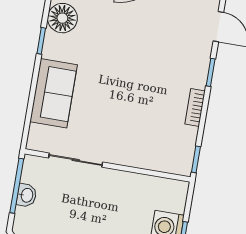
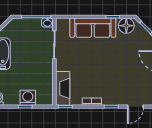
sofa: (54, 93) -> (93, 28), width x1.36
fireplace: (161, 158) -> (63, 88), added
washbasin: (26, 195) -> (47, 23), moved

